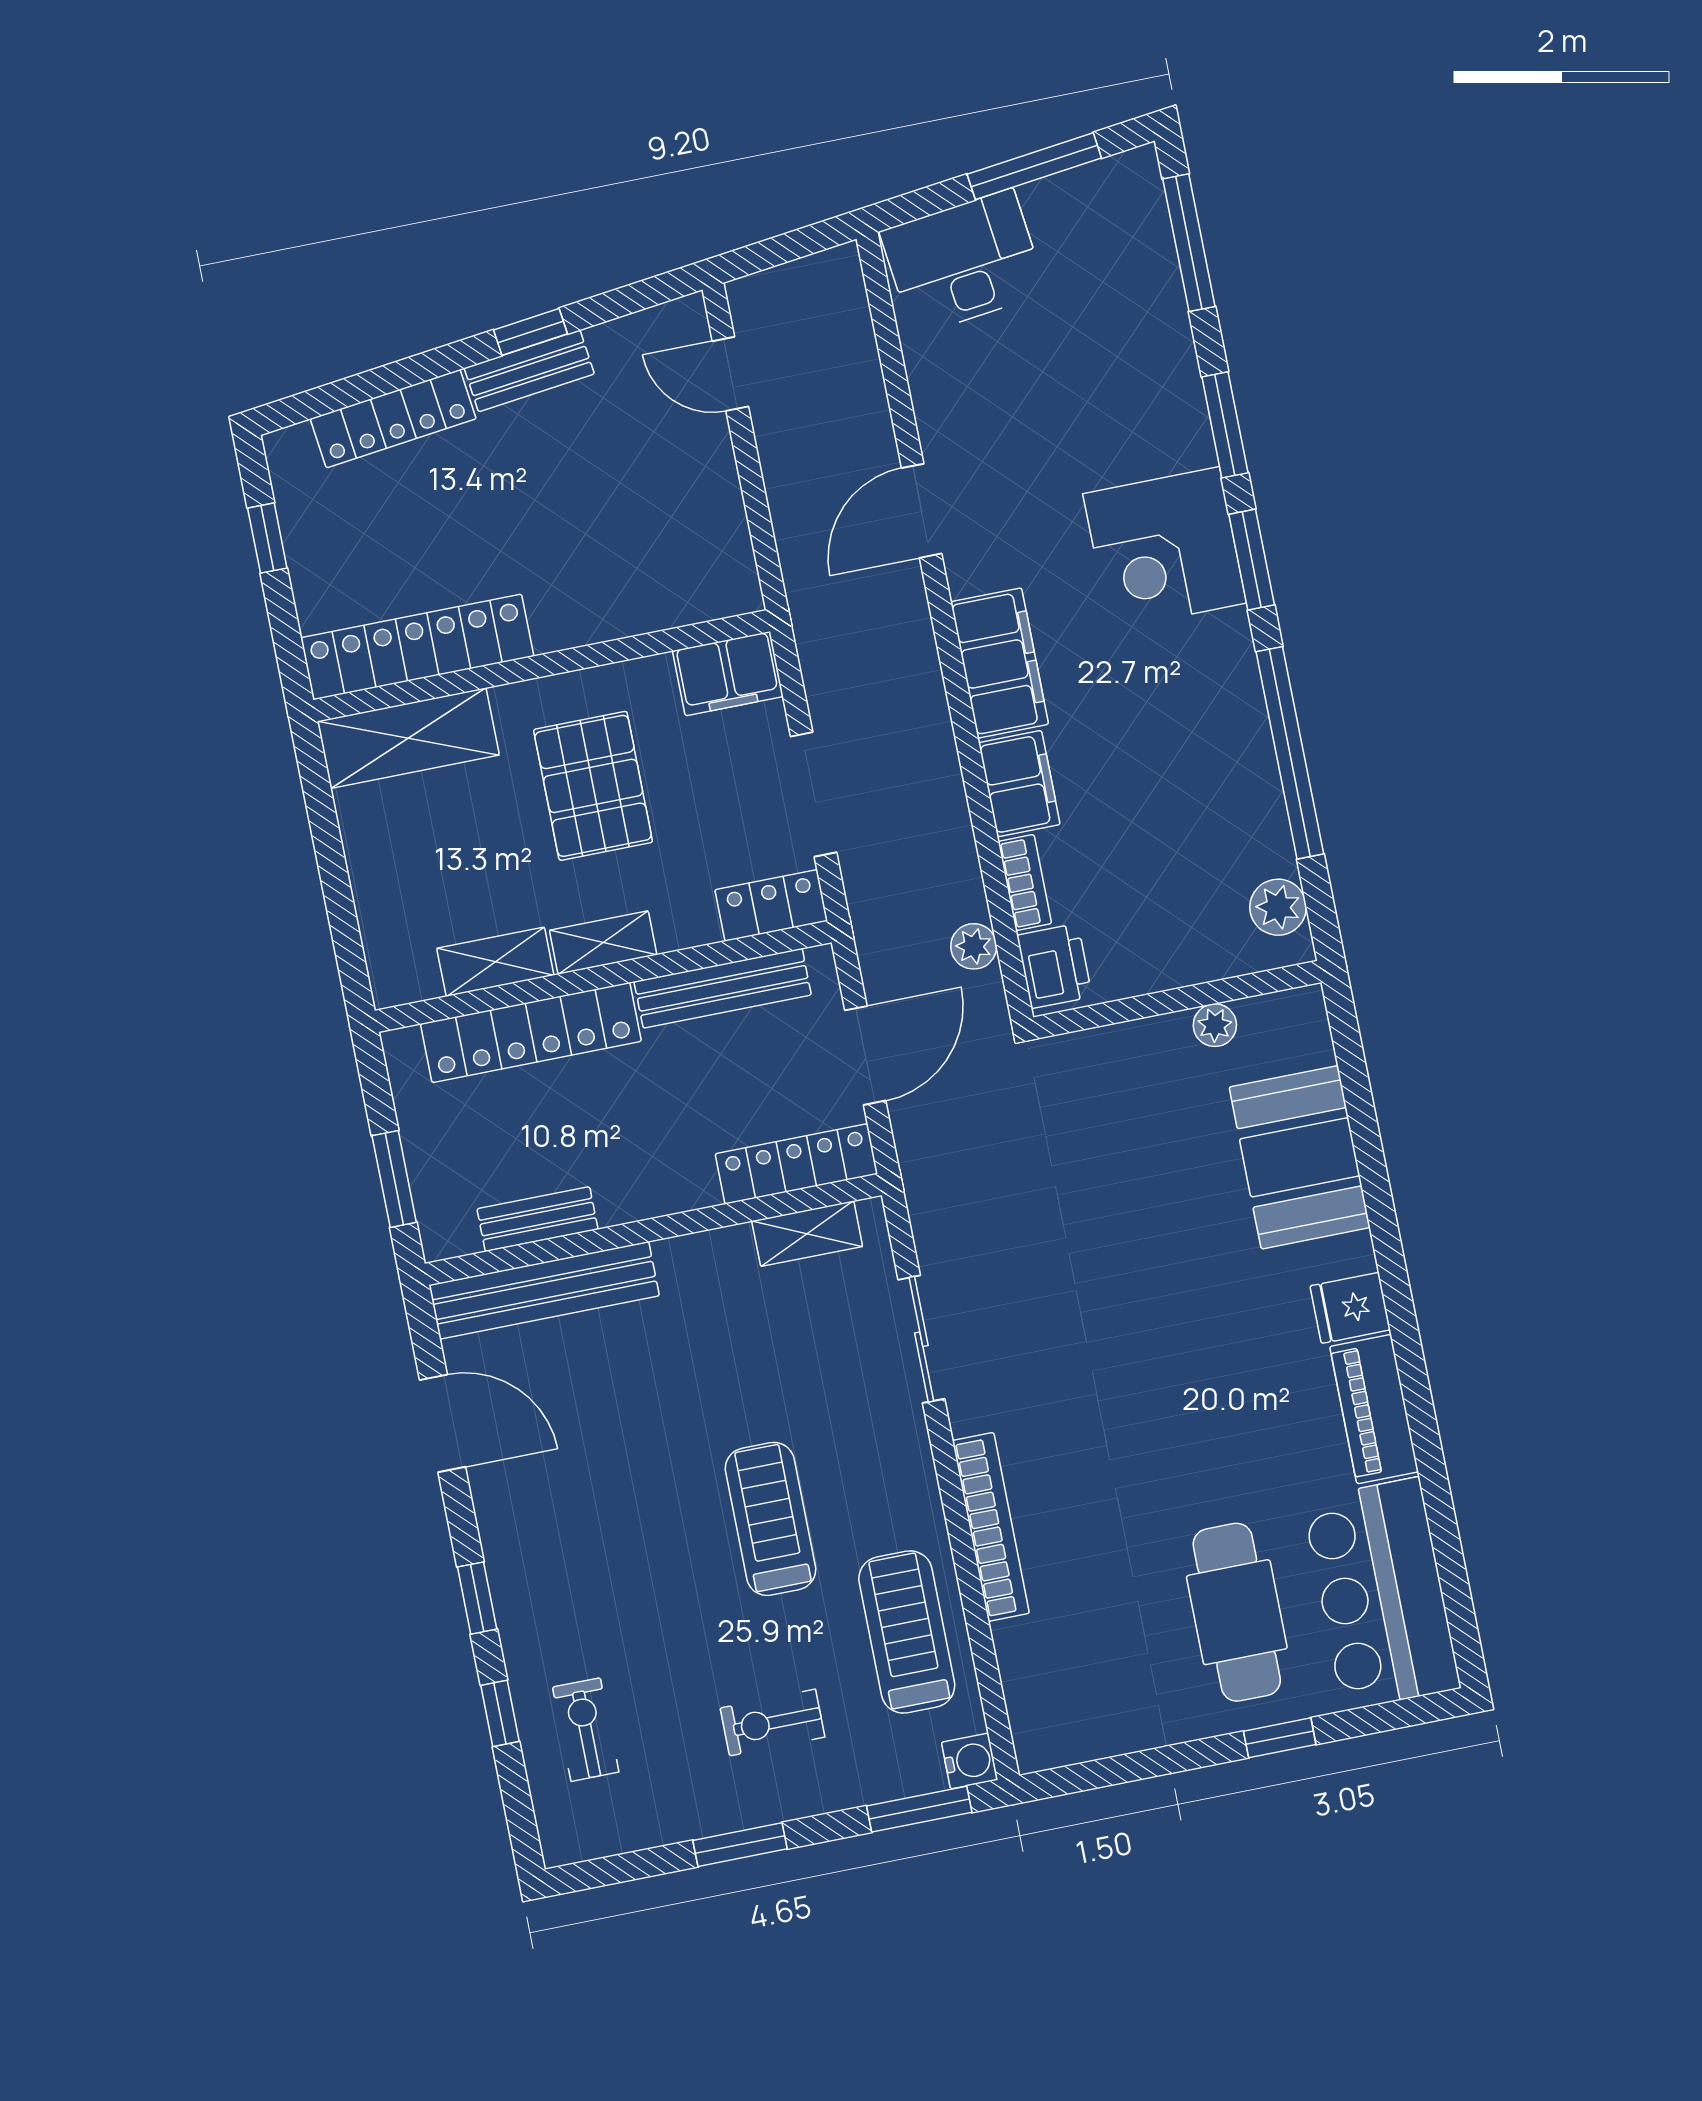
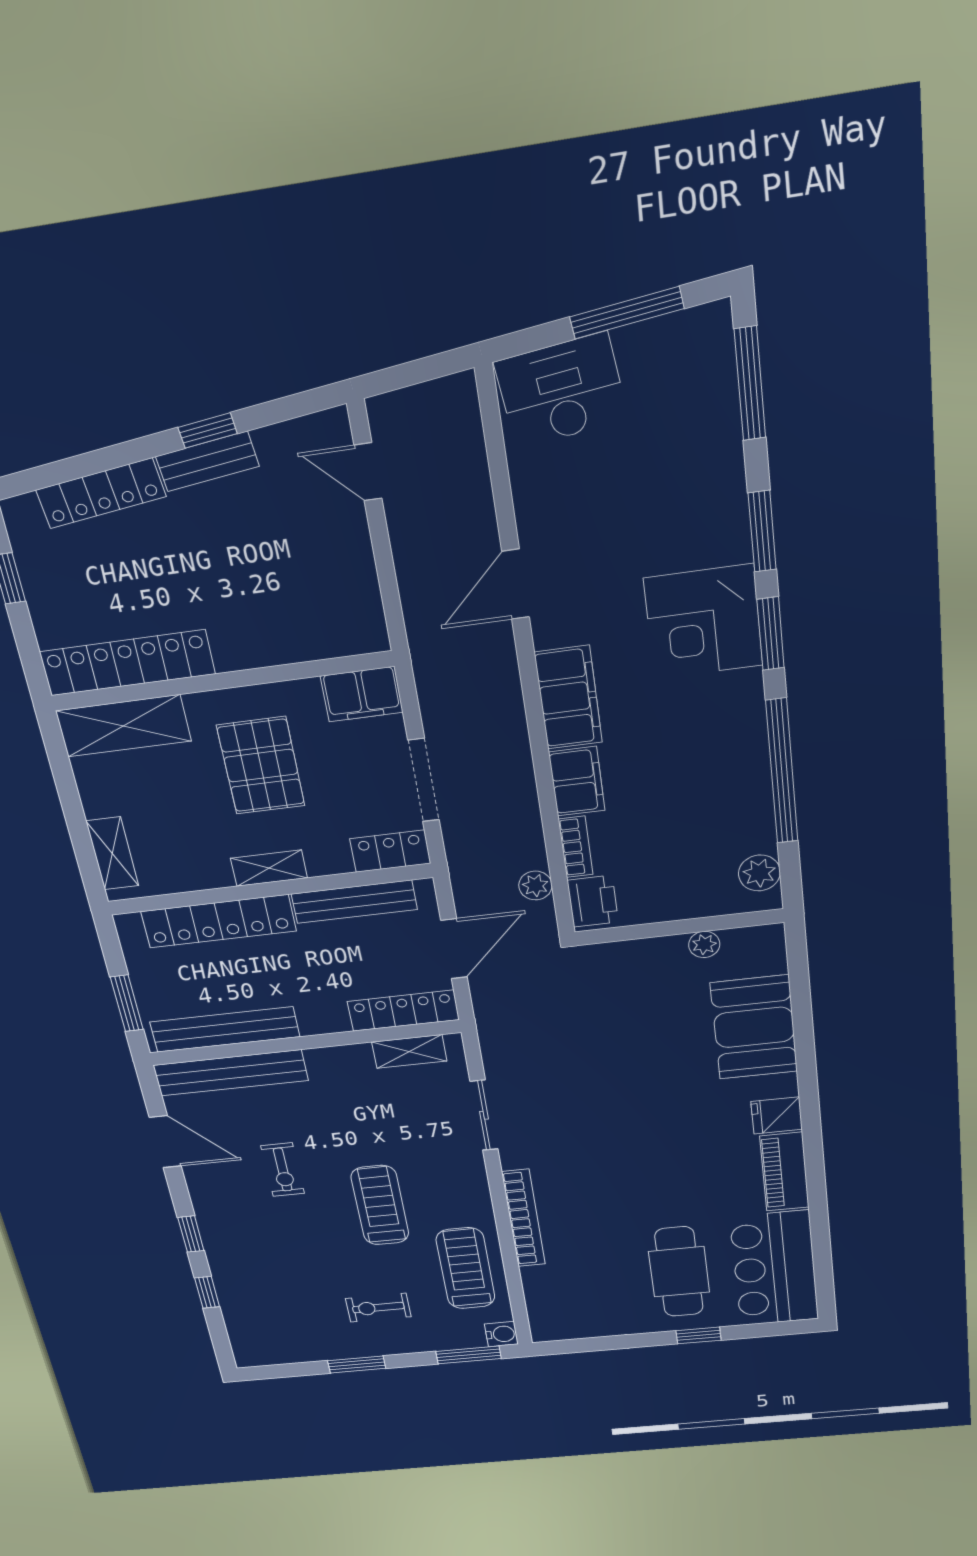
shelving: (495, 962) -> (112, 853), moved, turned 90
bench: (537, 1219) -> (225, 1029), width x1.86, depth x1.21
exercise bike: (586, 1730) -> (283, 1170), moved, turned 180

